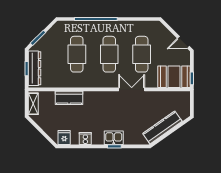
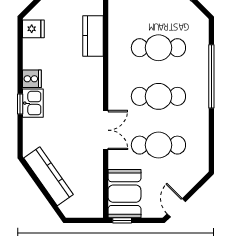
cooker: (85, 138) -> (32, 79), moved

